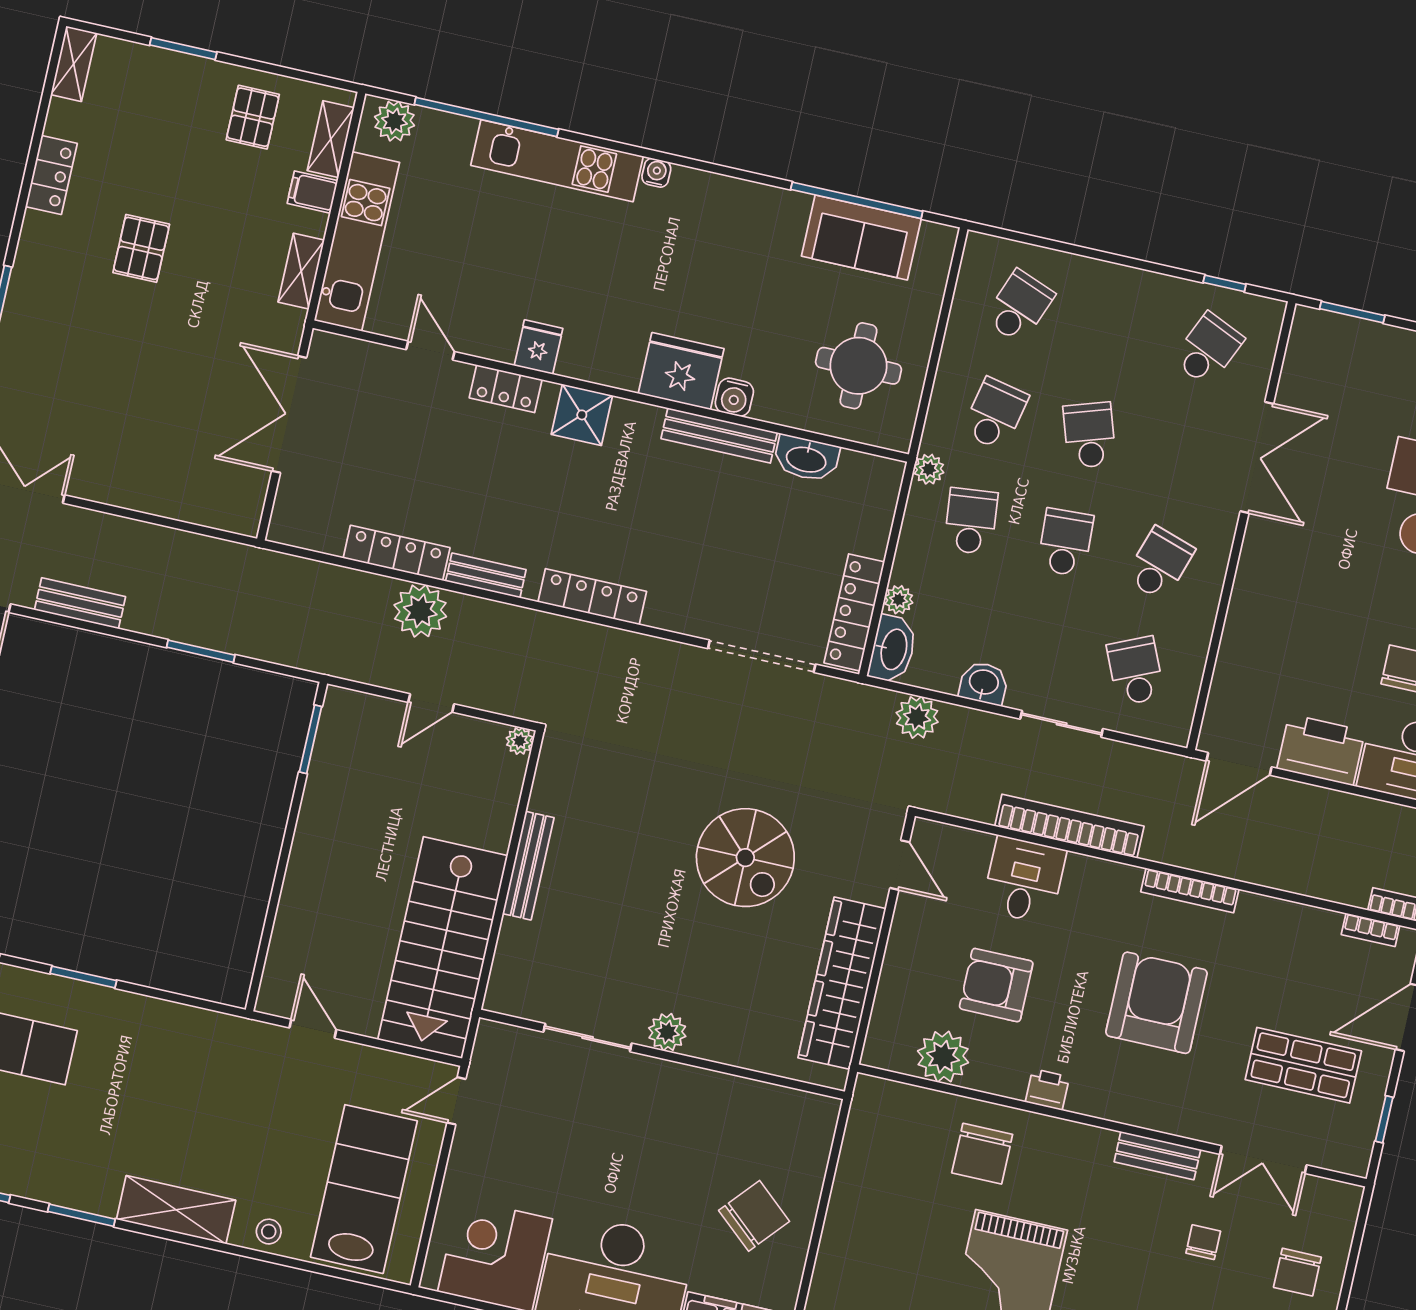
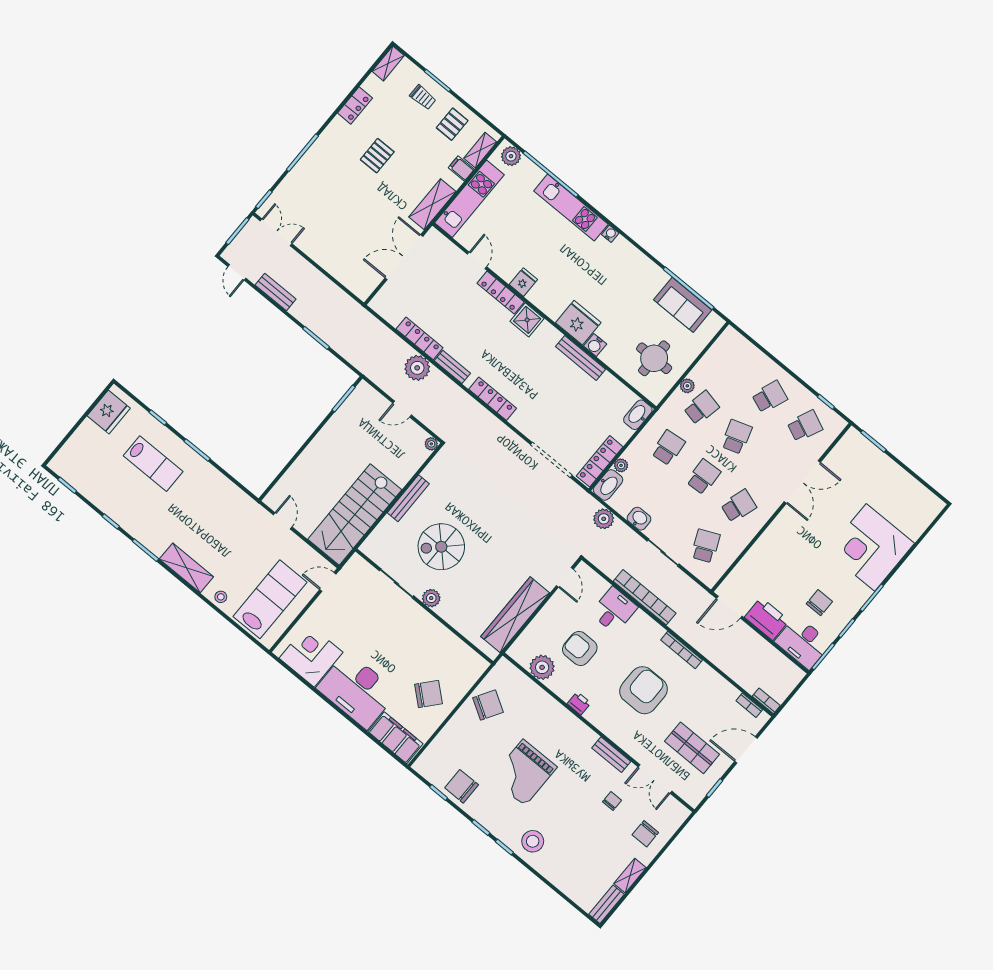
trolley: (172, 94) -> (423, 97), added
shelving: (301, 271) -> (432, 204), width x1.50, depth x1.33
school desk: (1019, 307) -> (770, 397), moved
locker: (506, 389) -> (501, 293), width x1.53
washbasin: (806, 459) -> (638, 415), moved, turned 90
plant: (929, 469) -> (687, 386), moved
spiral stairs: (745, 858) -> (441, 547), moved, turned 90
chair: (982, 1154) -> (488, 705), moved, turned -149

